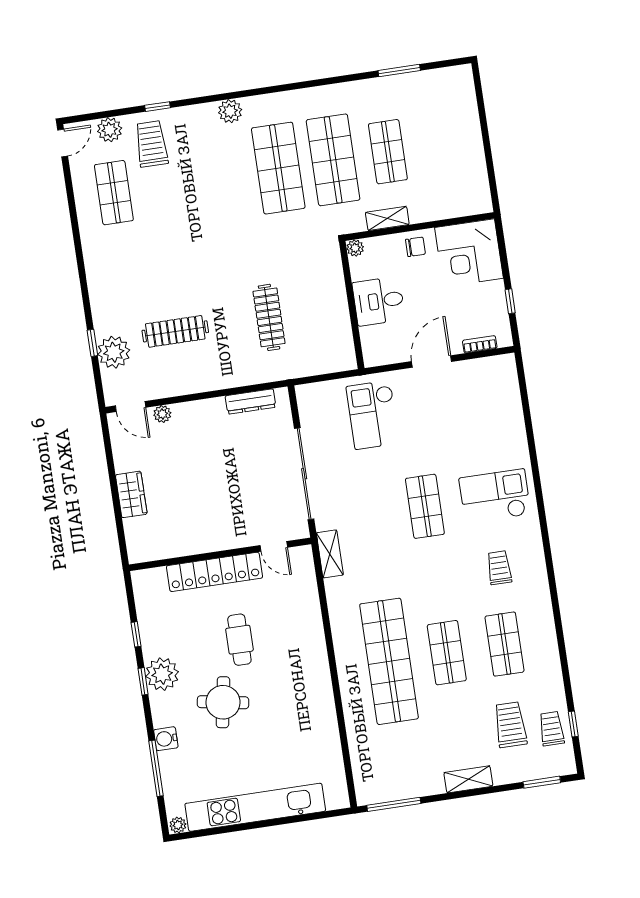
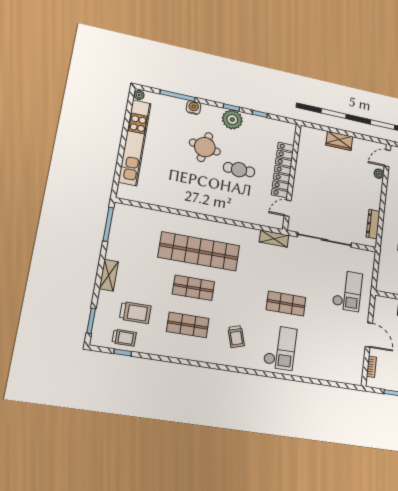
checkout: (373, 415) -> (347, 291), turned 90
trolley: (499, 568) -> (236, 337), turned 73

